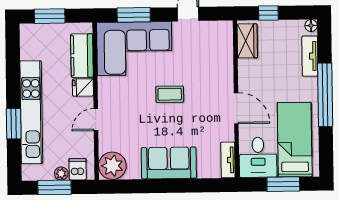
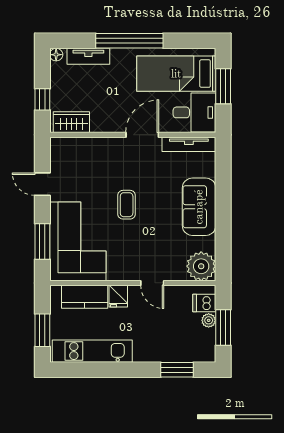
kitchen unit: (31, 112) -> (92, 351), moved, width x0.73
window: (14, 124) -> (177, 370), moved
tv unit: (228, 160) -> (189, 144), width x1.41

